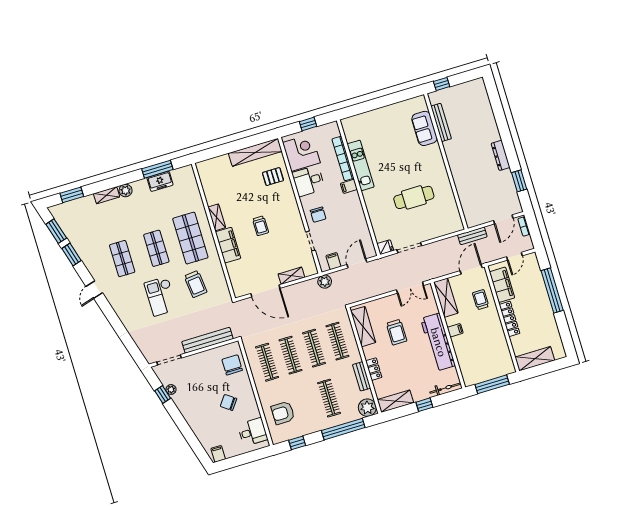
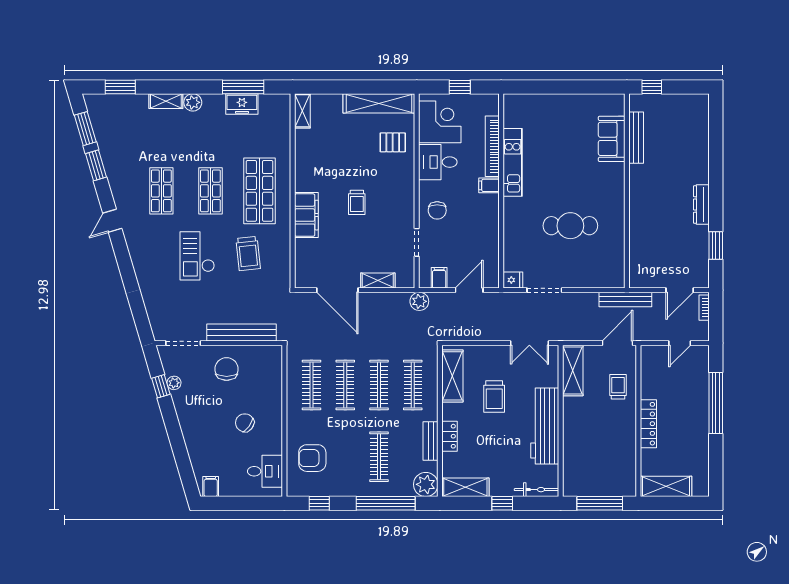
shelving: (217, 217) -> (302, 111), moved
bench: (472, 236) -> (625, 299), width x1.36
filing cabinet: (502, 285) -> (652, 376), removed
filing cabinet: (455, 330) -> (572, 417), removed
chair: (232, 365) -> (227, 369), moved

